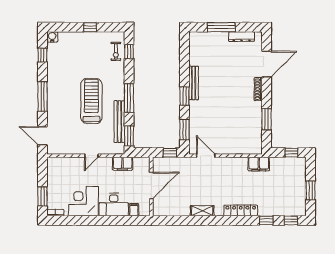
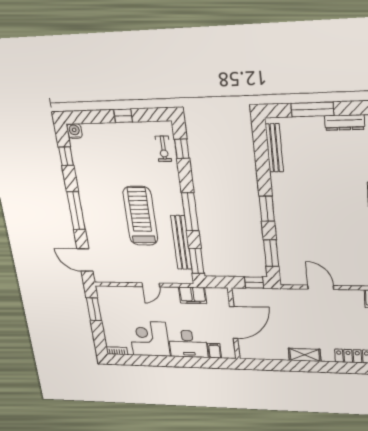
bench: (194, 83) -> (274, 148), moved
door: (206, 156) -> (321, 287), moved
window: (42, 196) -> (94, 309), moved

